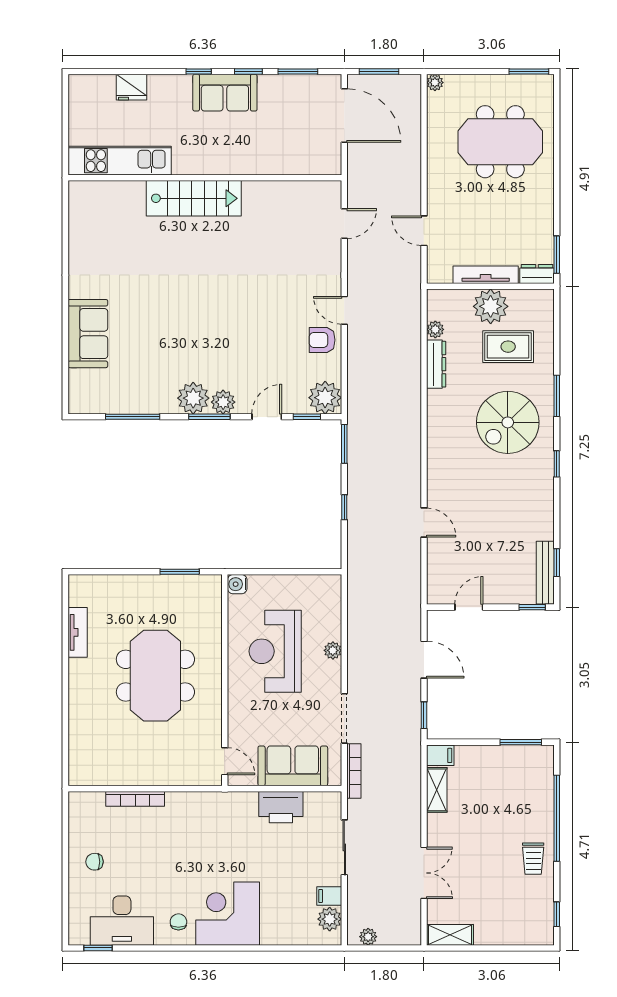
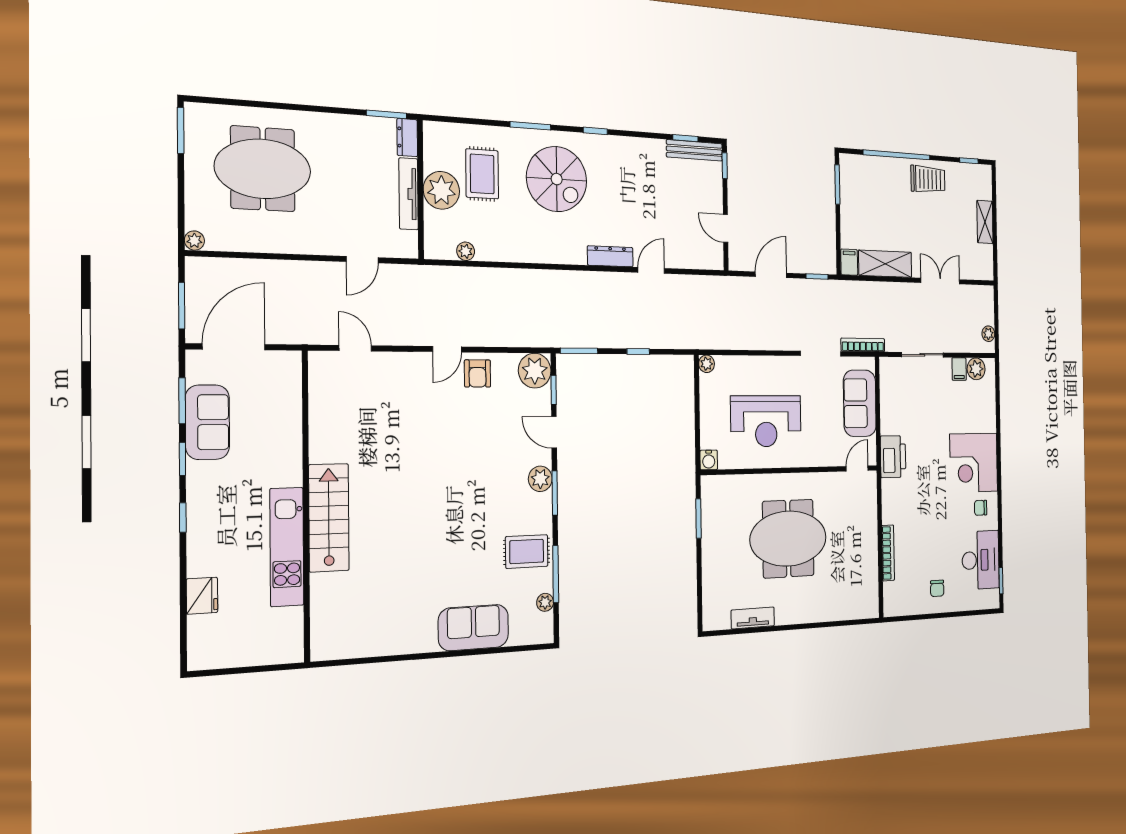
sofa: (225, 93) -> (207, 422), moved
meeting table: (500, 142) -> (263, 169), turned 90
kitchen unit: (120, 161) -> (287, 547), moved
dresser: (436, 364) -> (610, 256), moved
rug: (155, 387) -> (527, 551), added
plant: (193, 398) -> (545, 602), moved, width x0.53, depth x0.53
plant: (333, 650) -> (707, 364), moved
shelving: (437, 790) -> (885, 264), width x1.50, depth x1.33
printer: (281, 807) -> (893, 457), moved
trolley: (533, 859) -> (928, 179), width x1.36, depth x1.39
shelving: (450, 935) -> (985, 222), moved

